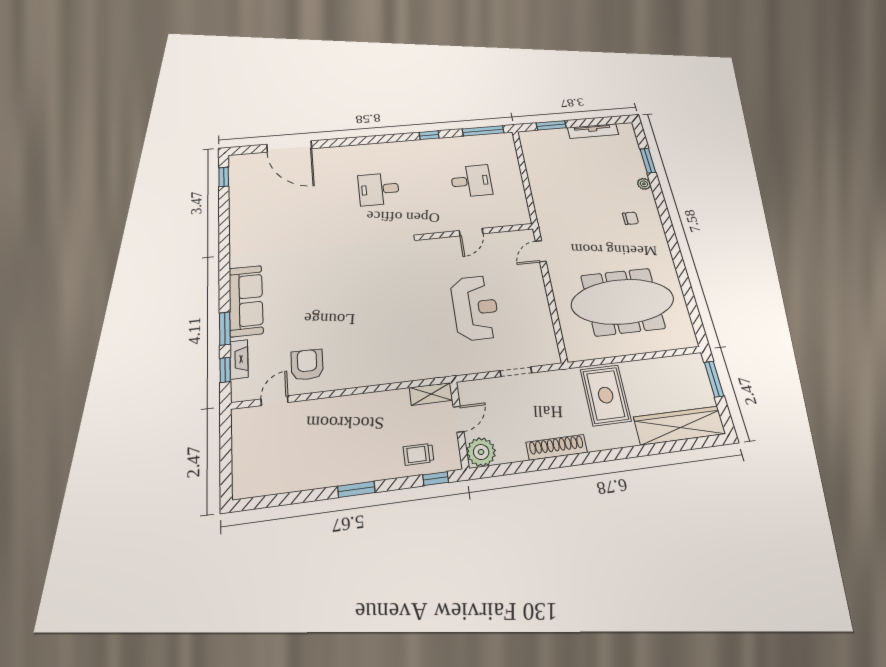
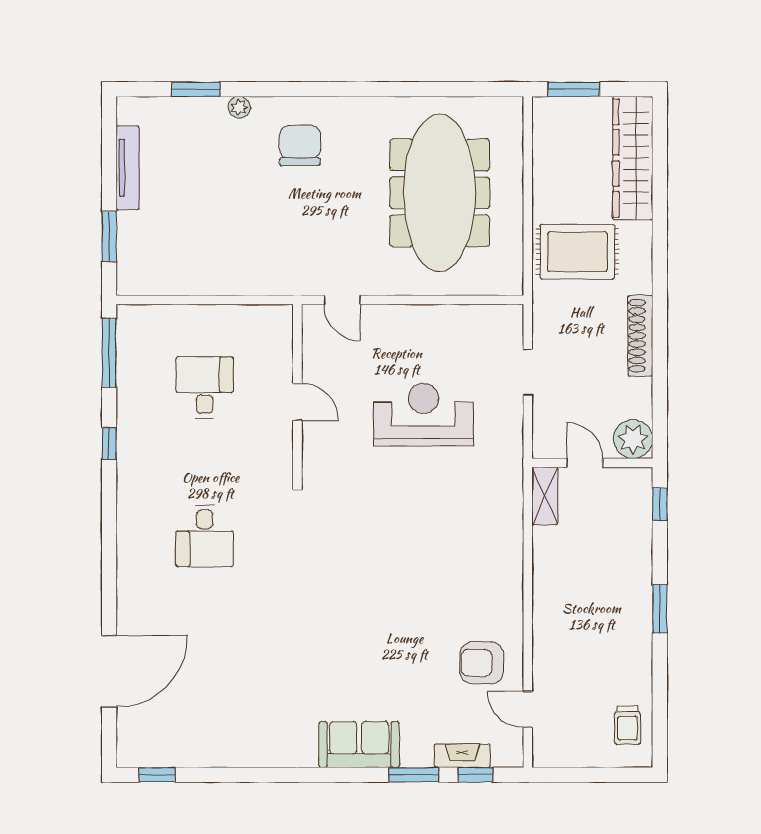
chair: (630, 218) -> (300, 145), width x1.87, depth x1.87
sofa: (246, 301) -> (359, 745), width x0.73
trolley: (419, 454) -> (627, 725), moved

